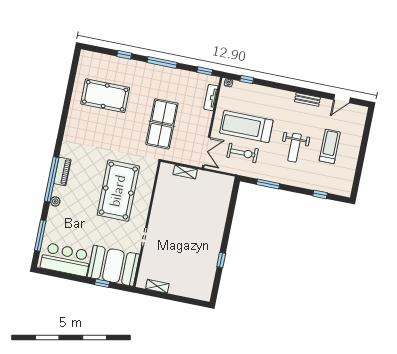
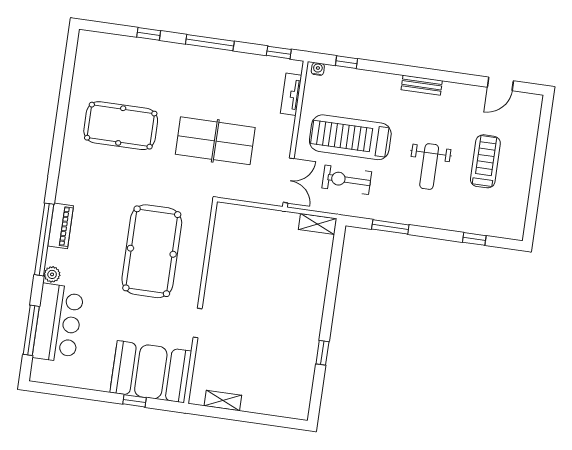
pool table: (105, 96) -> (121, 126), moved
bench: (307, 100) -> (422, 85), moved
table tennis table: (162, 124) -> (215, 141), turned 90
exercise bike: (243, 153) -> (347, 180), turned 180
shelving: (185, 172) -> (318, 224), moved
bar counter: (66, 260) -> (58, 323), moved, turned 90

